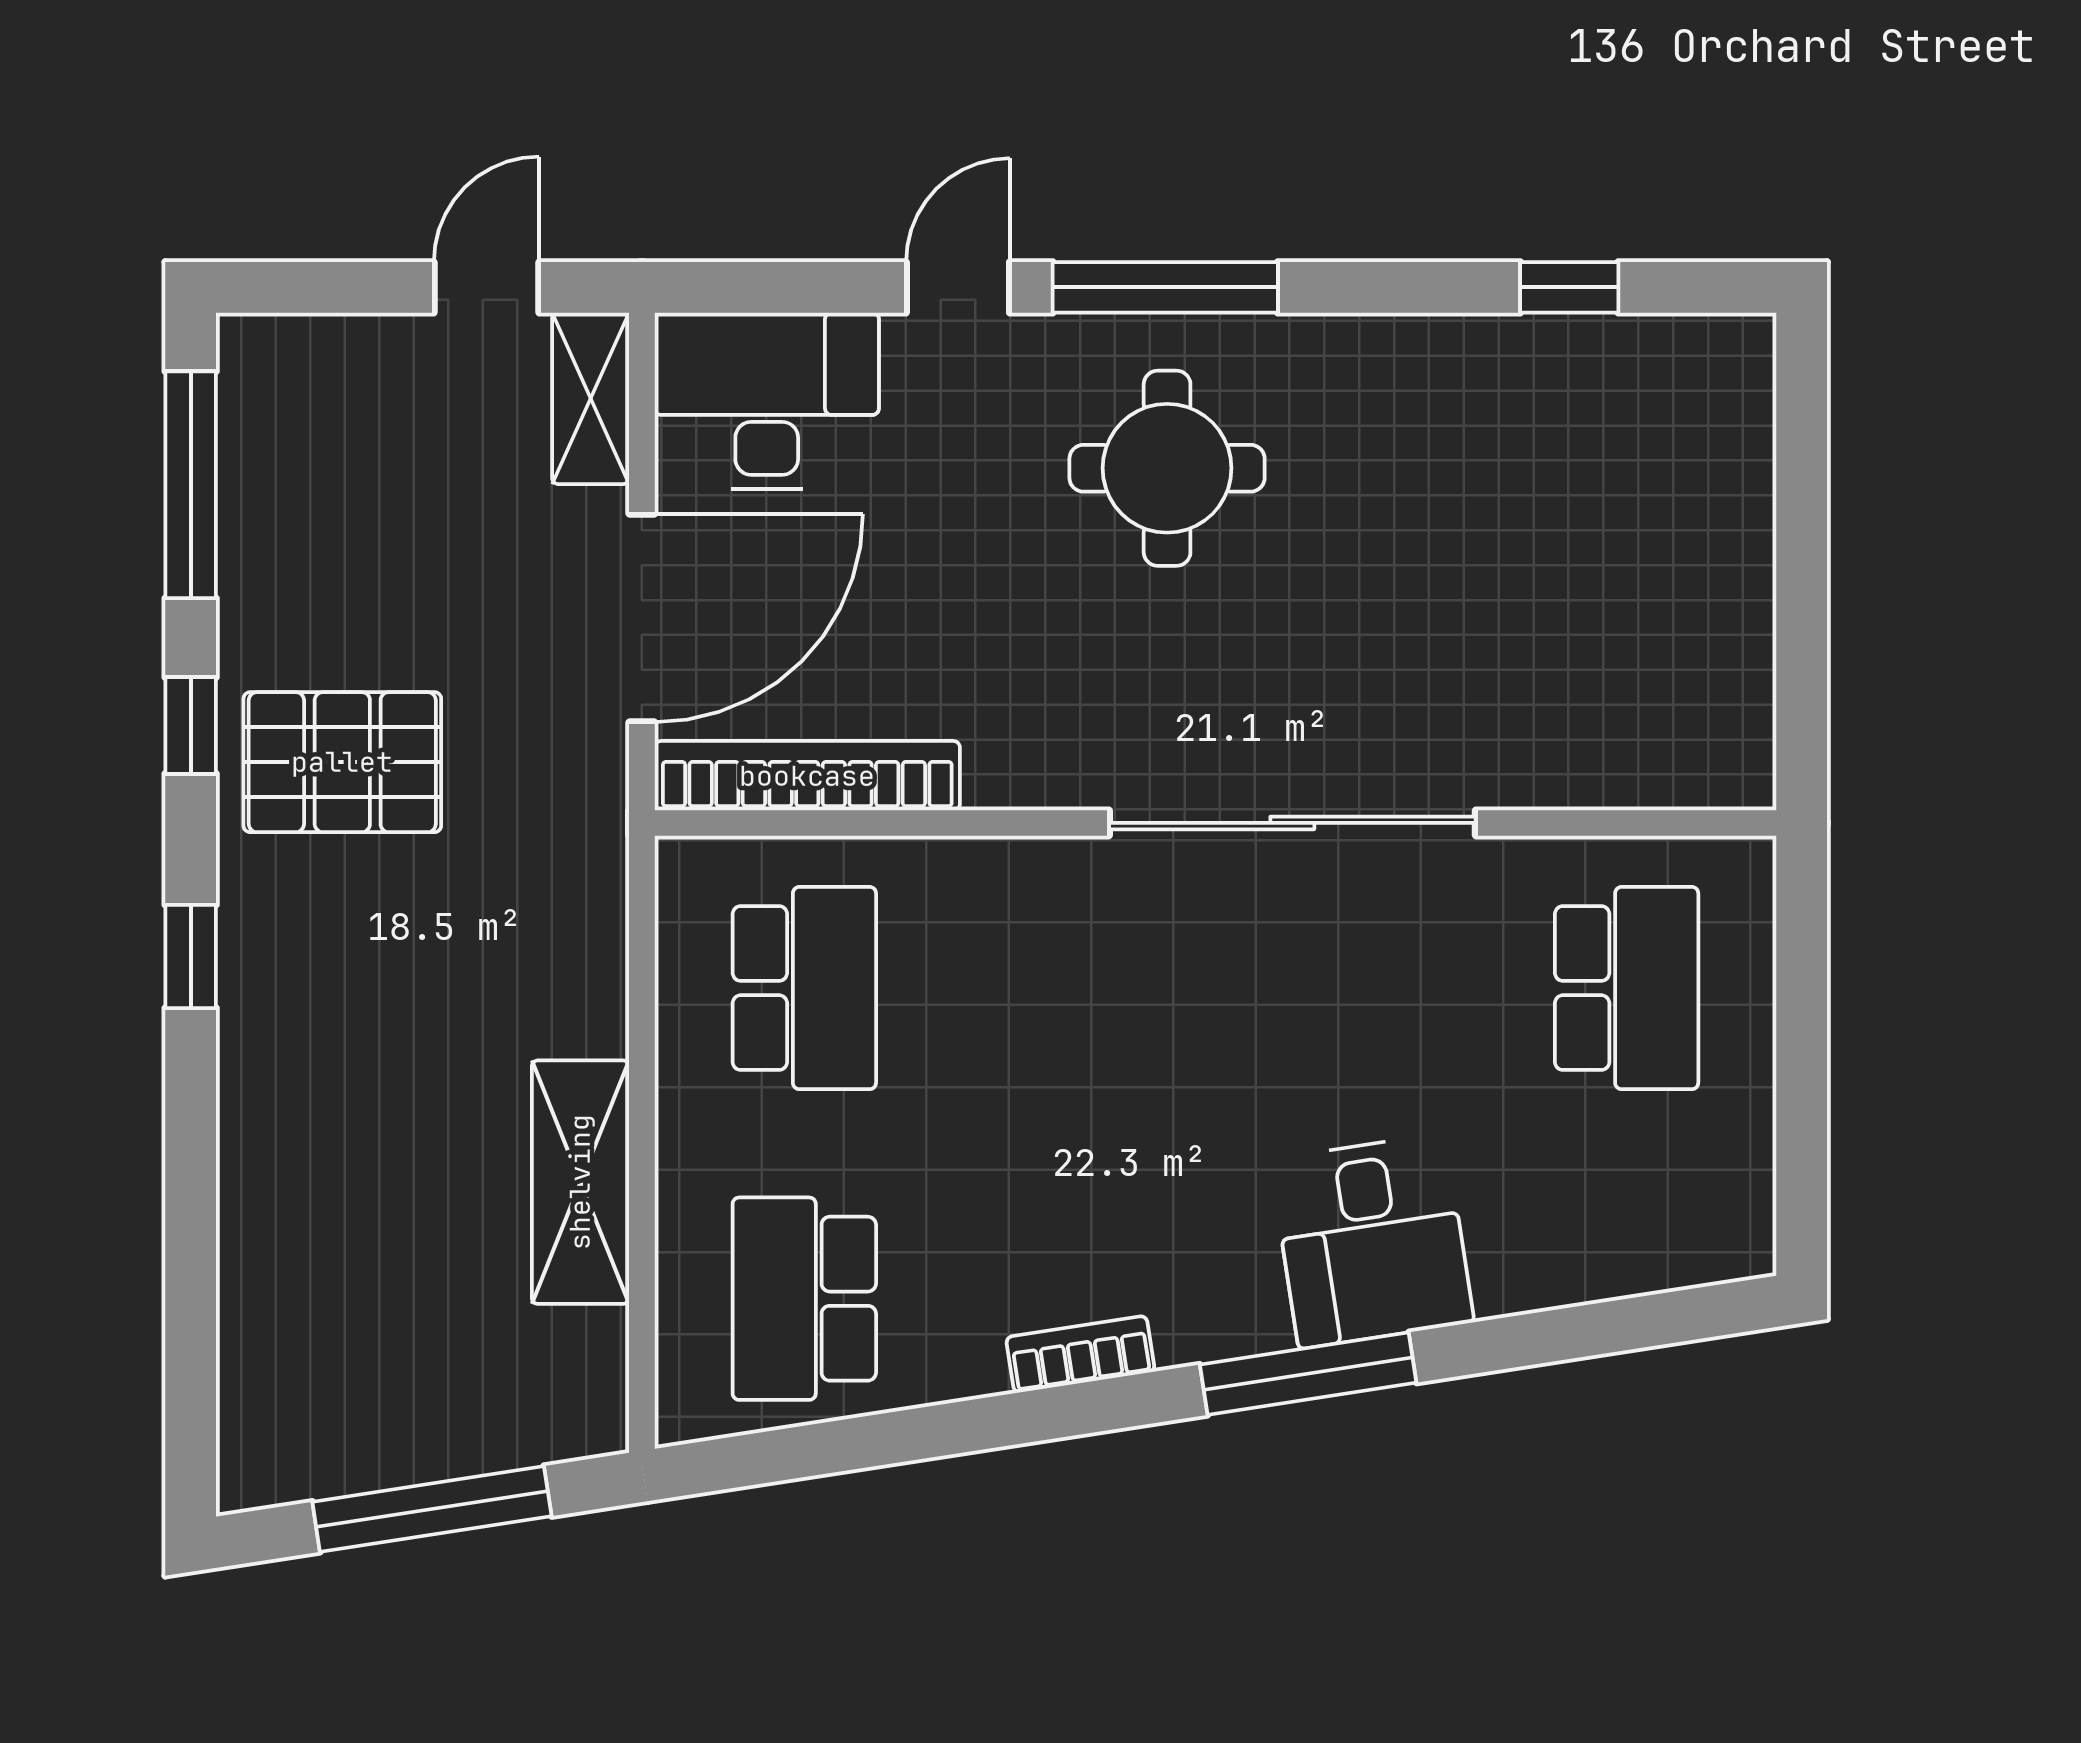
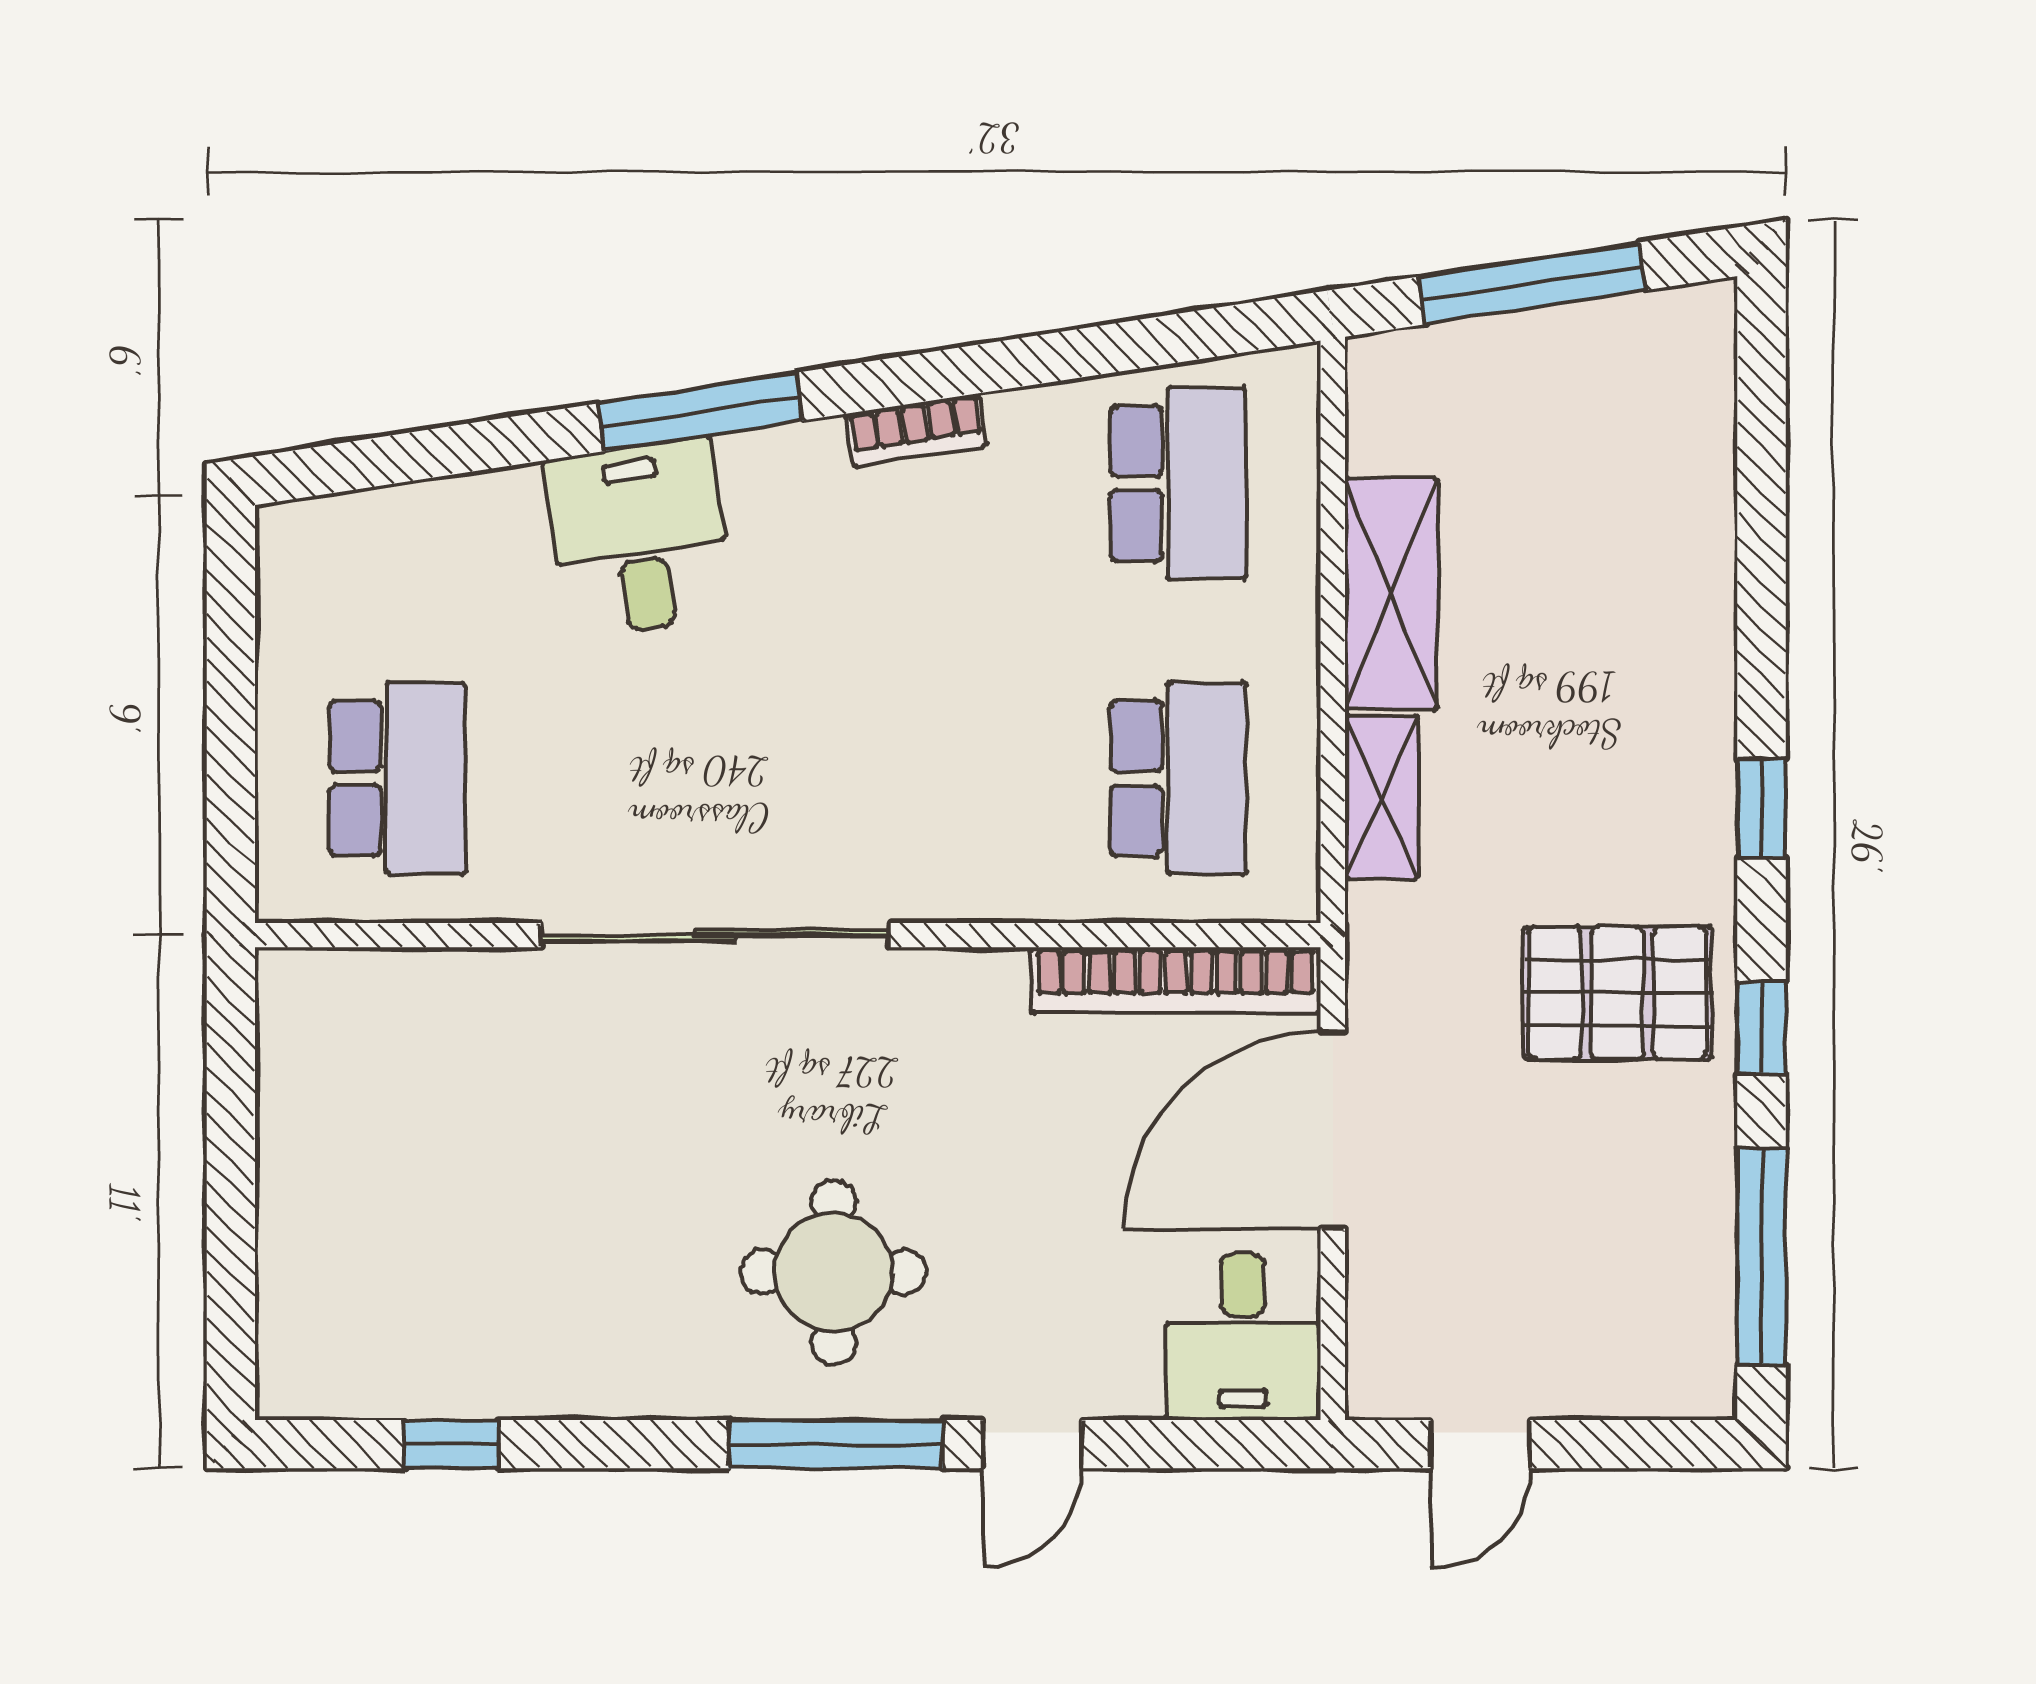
shelving: (591, 398) -> (1381, 798), moved
desk: (767, 401) -> (1243, 1336), width x0.73
school desk: (804, 988) -> (1178, 778), turned 180
school desk: (1627, 988) -> (397, 778), turned 180

